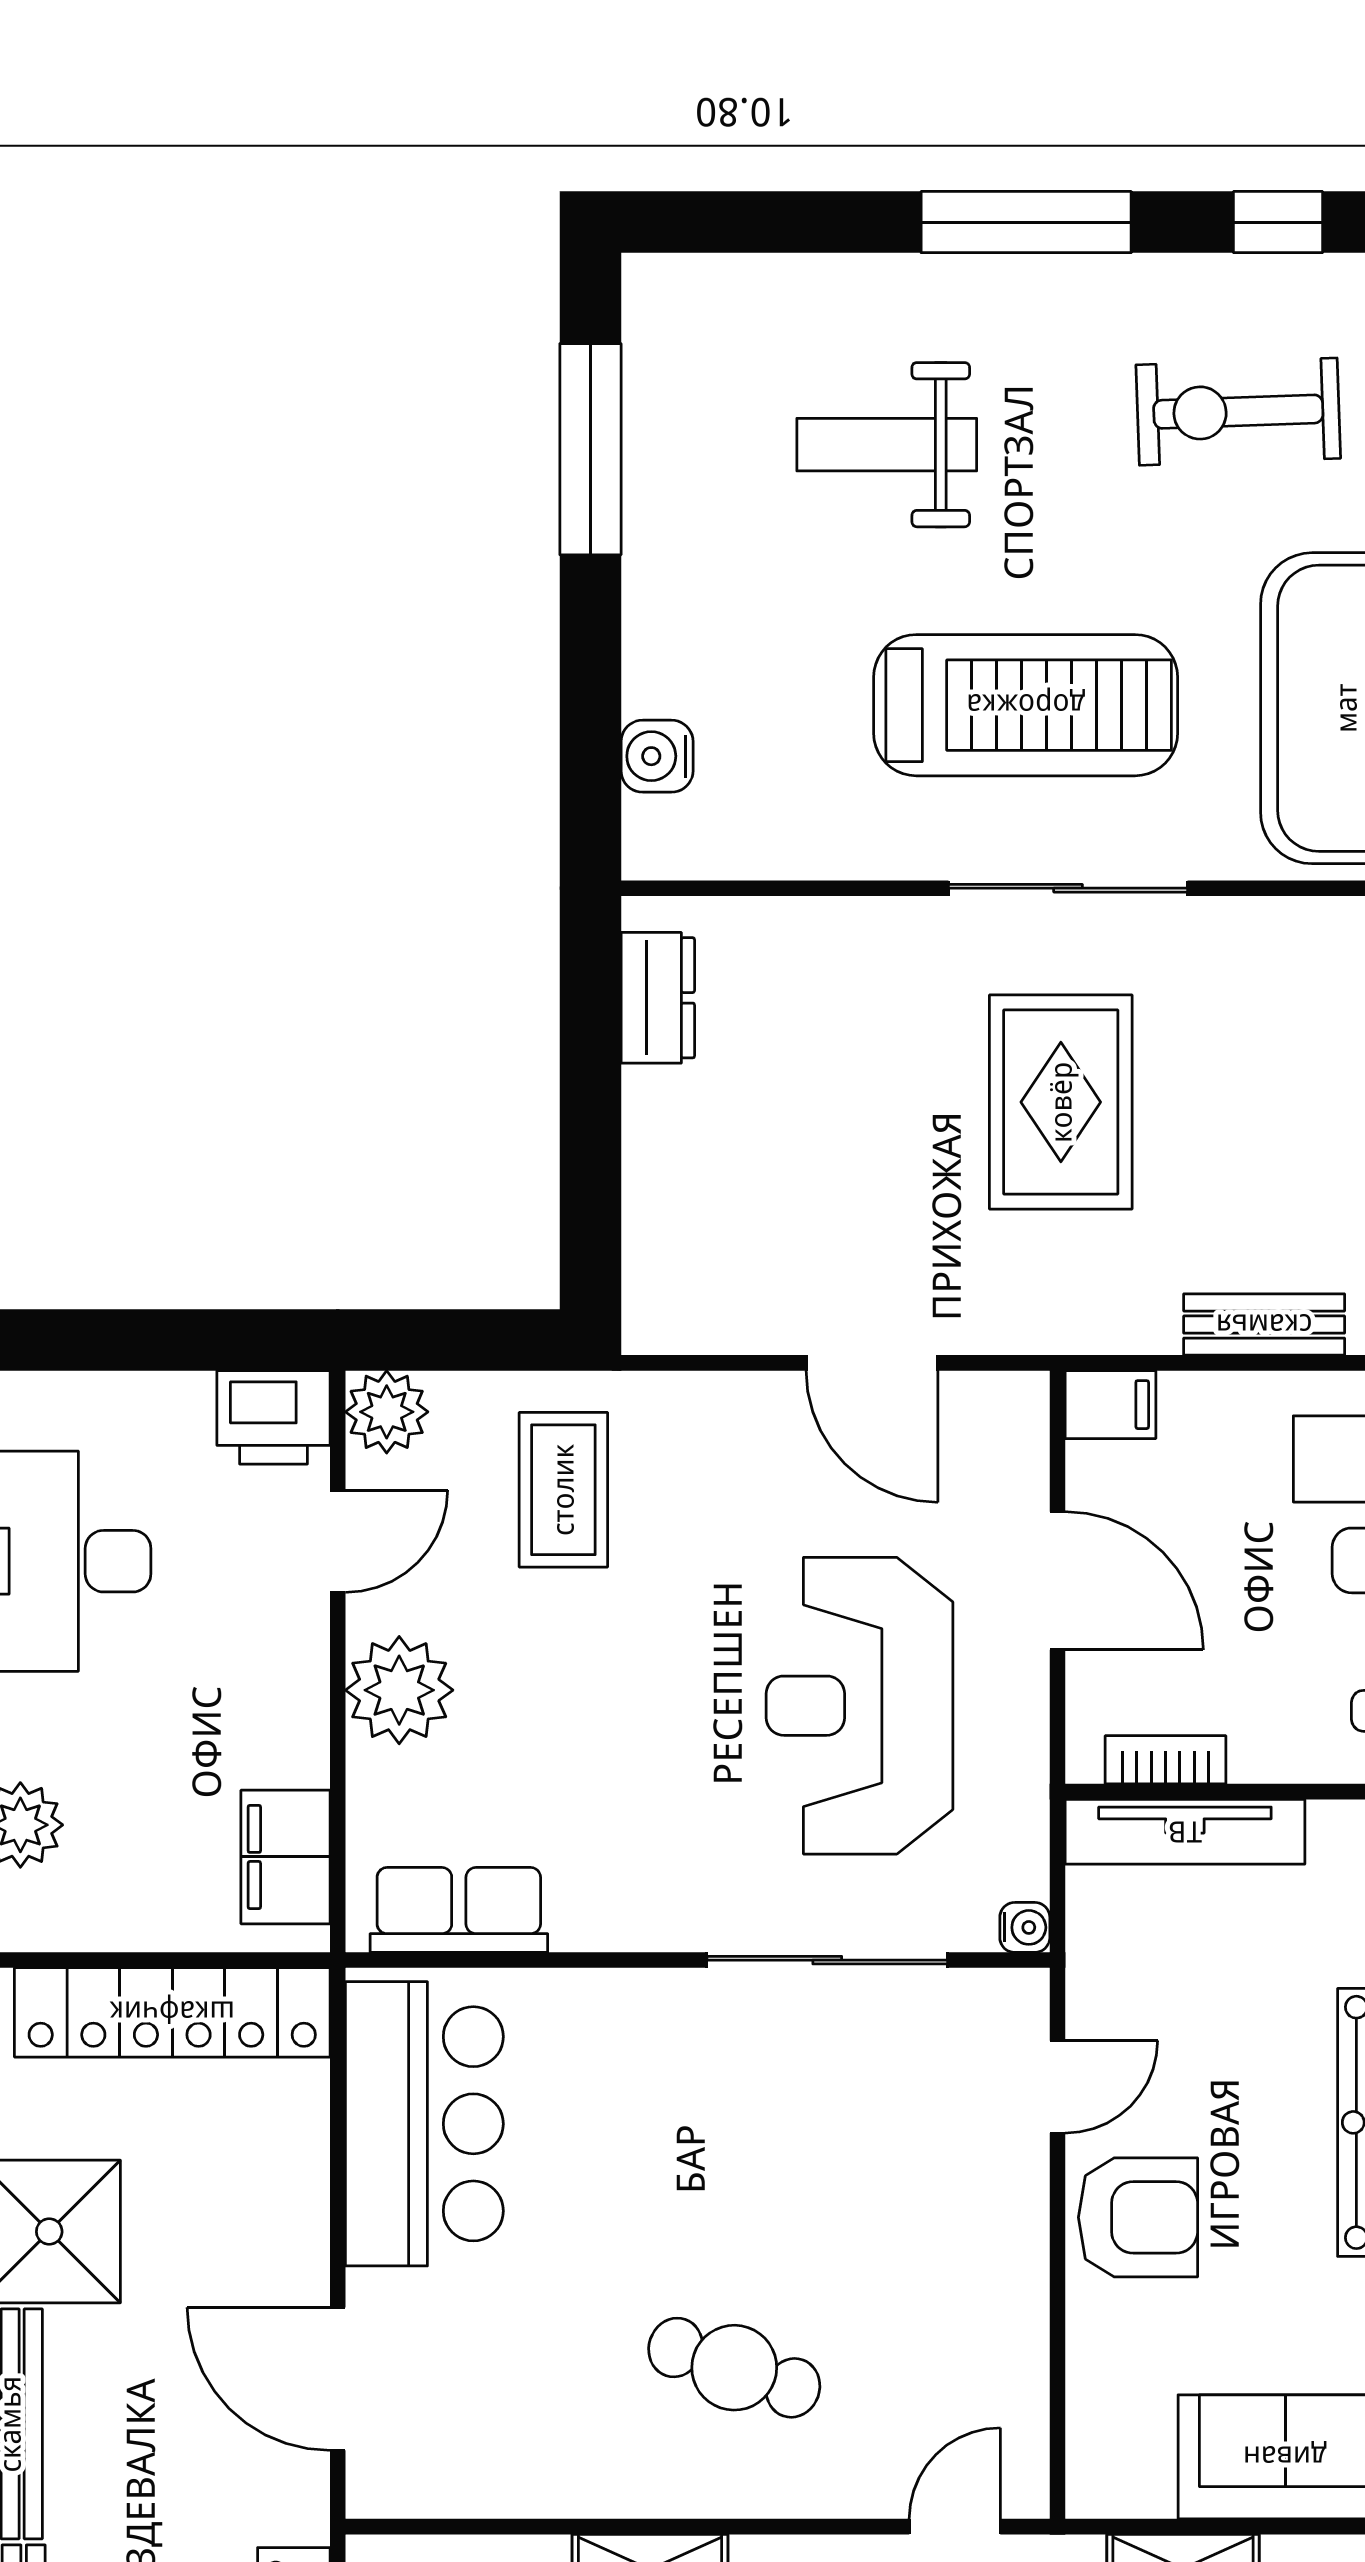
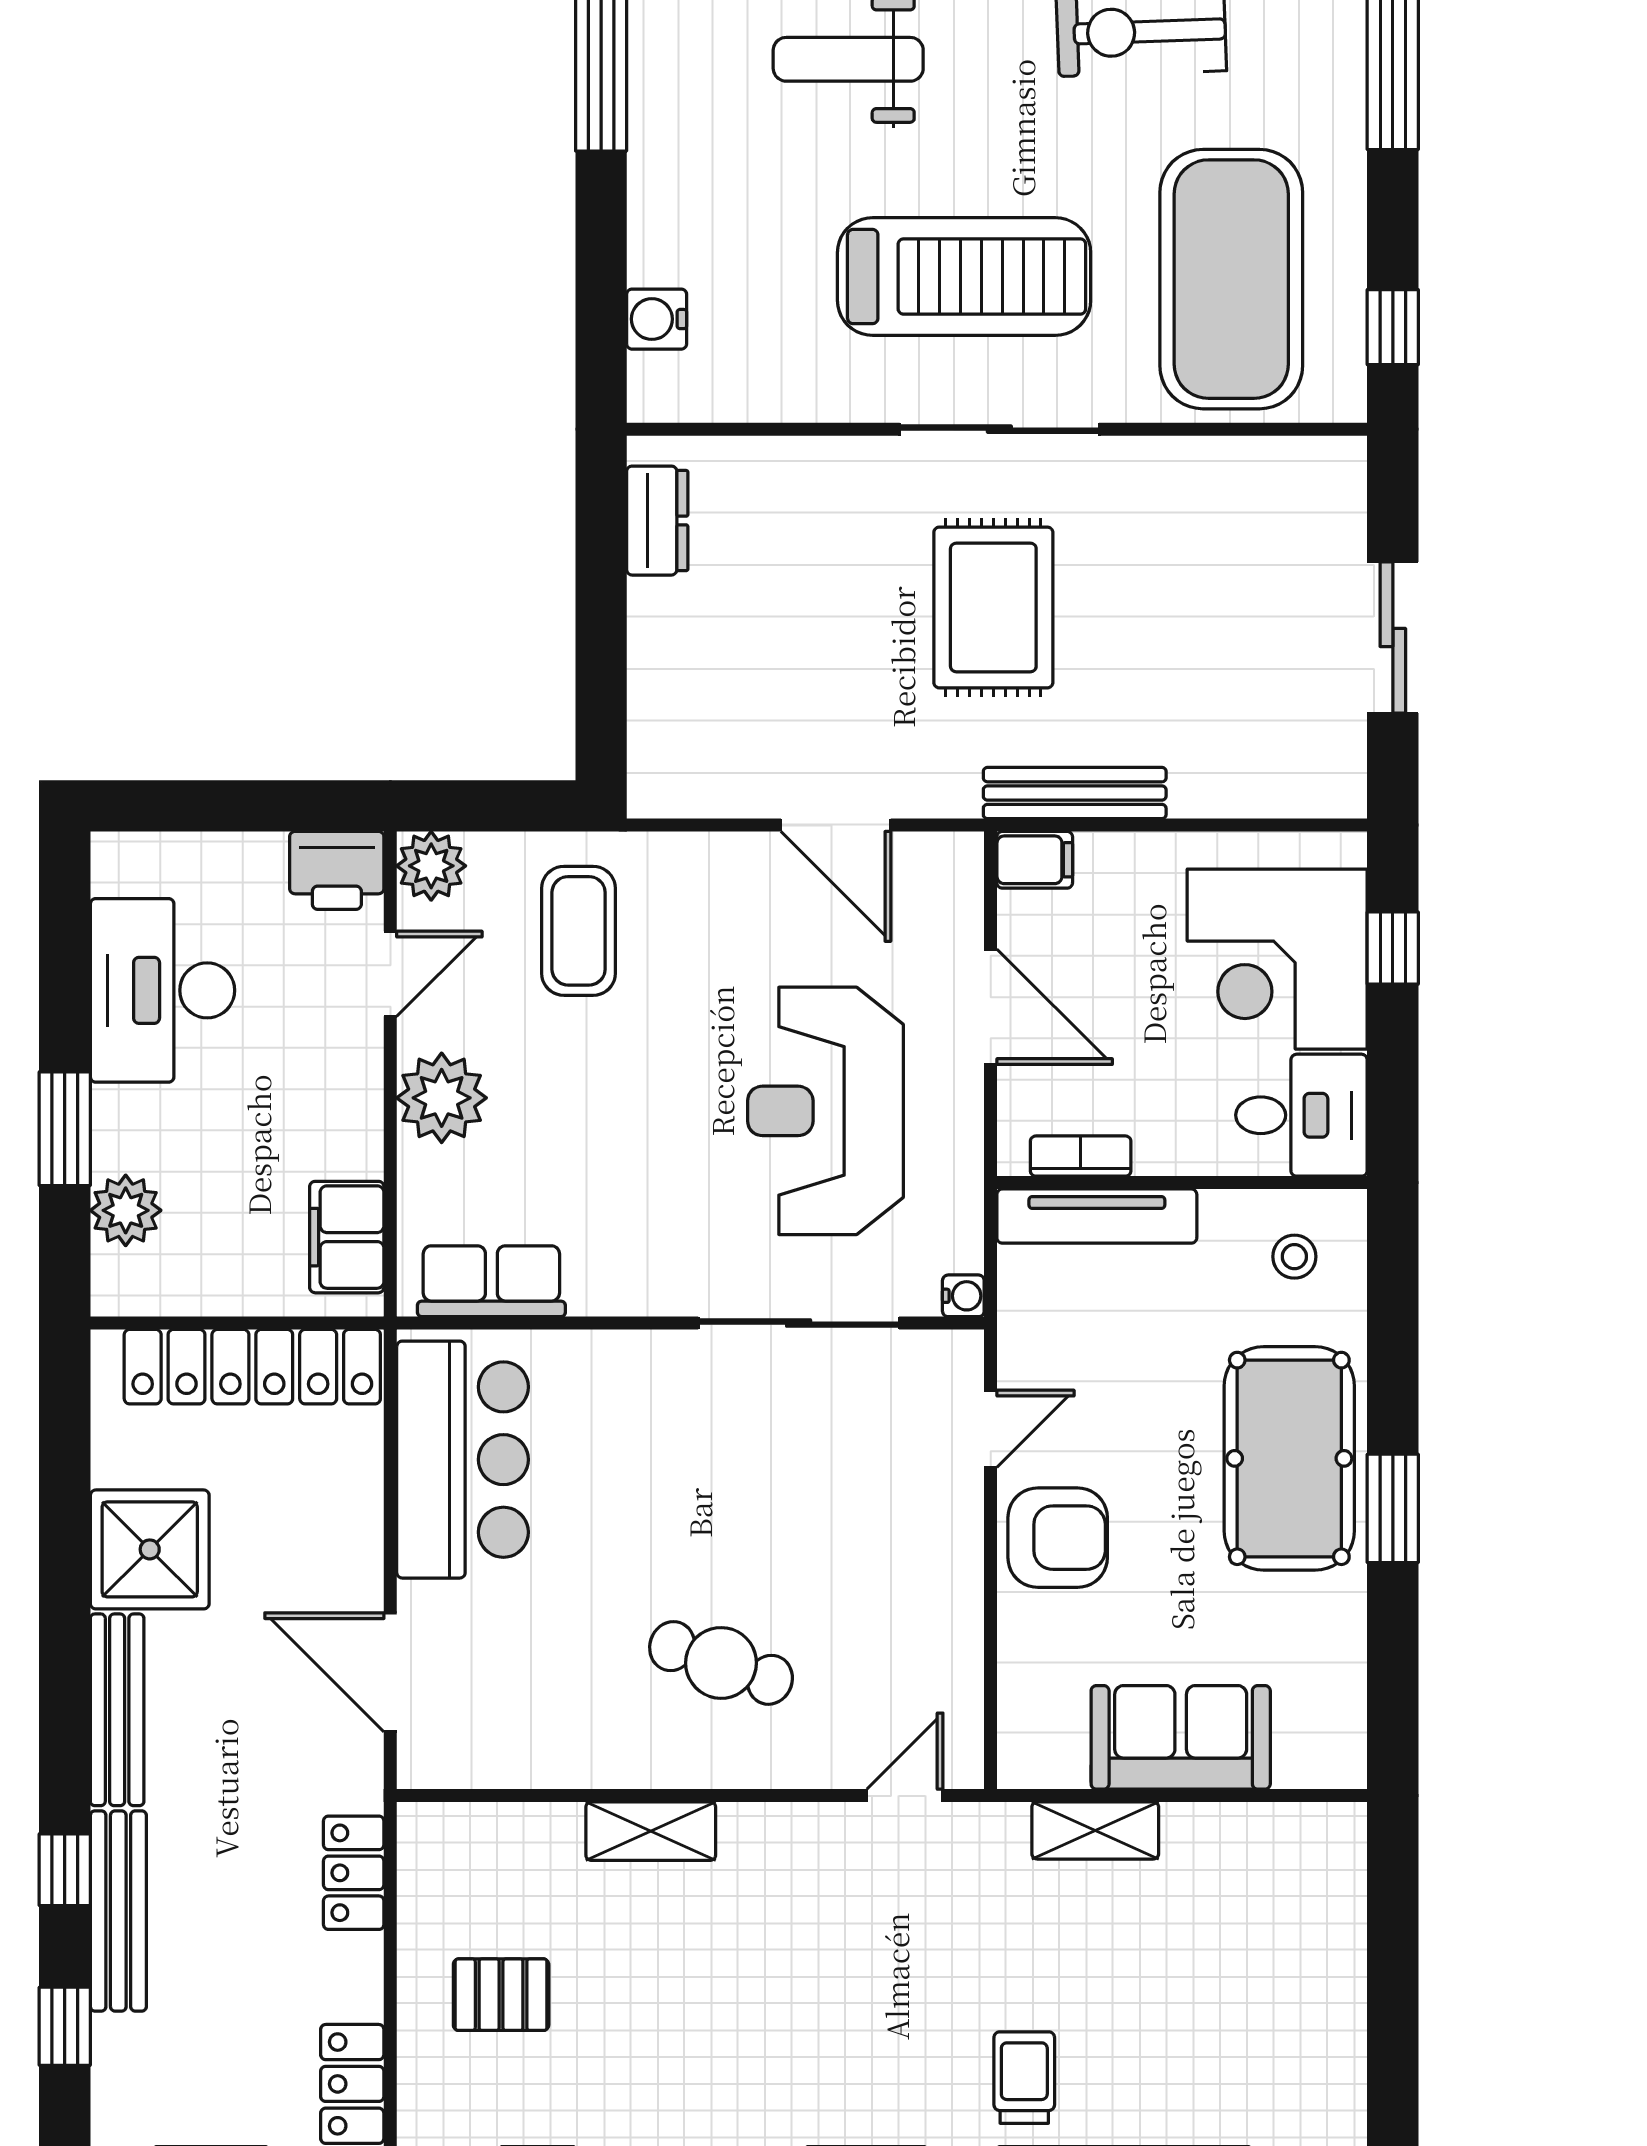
bench: (1264, 1325) -> (1075, 793), moved, width x1.36

